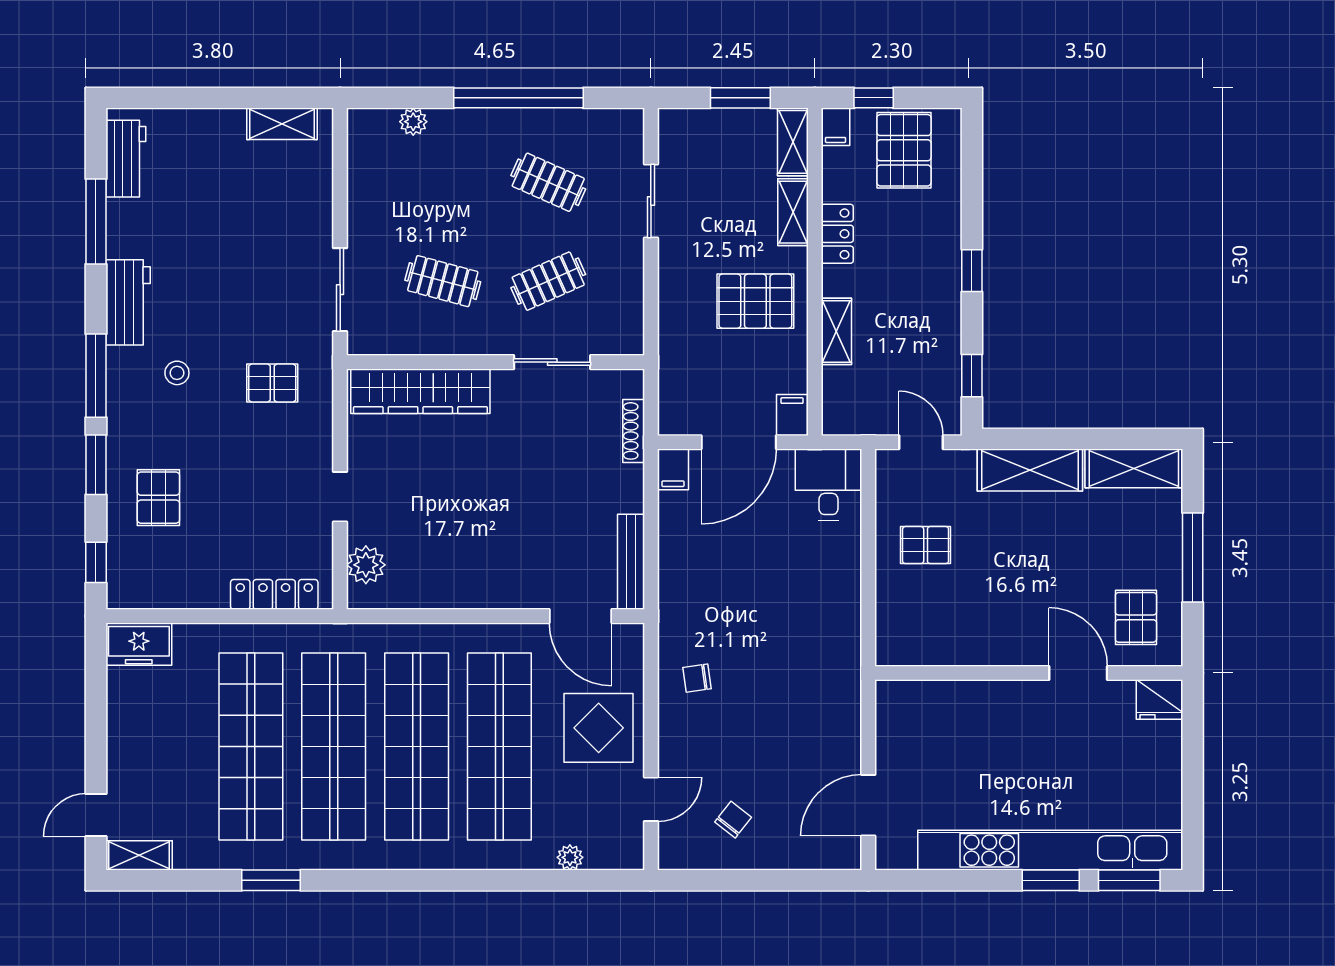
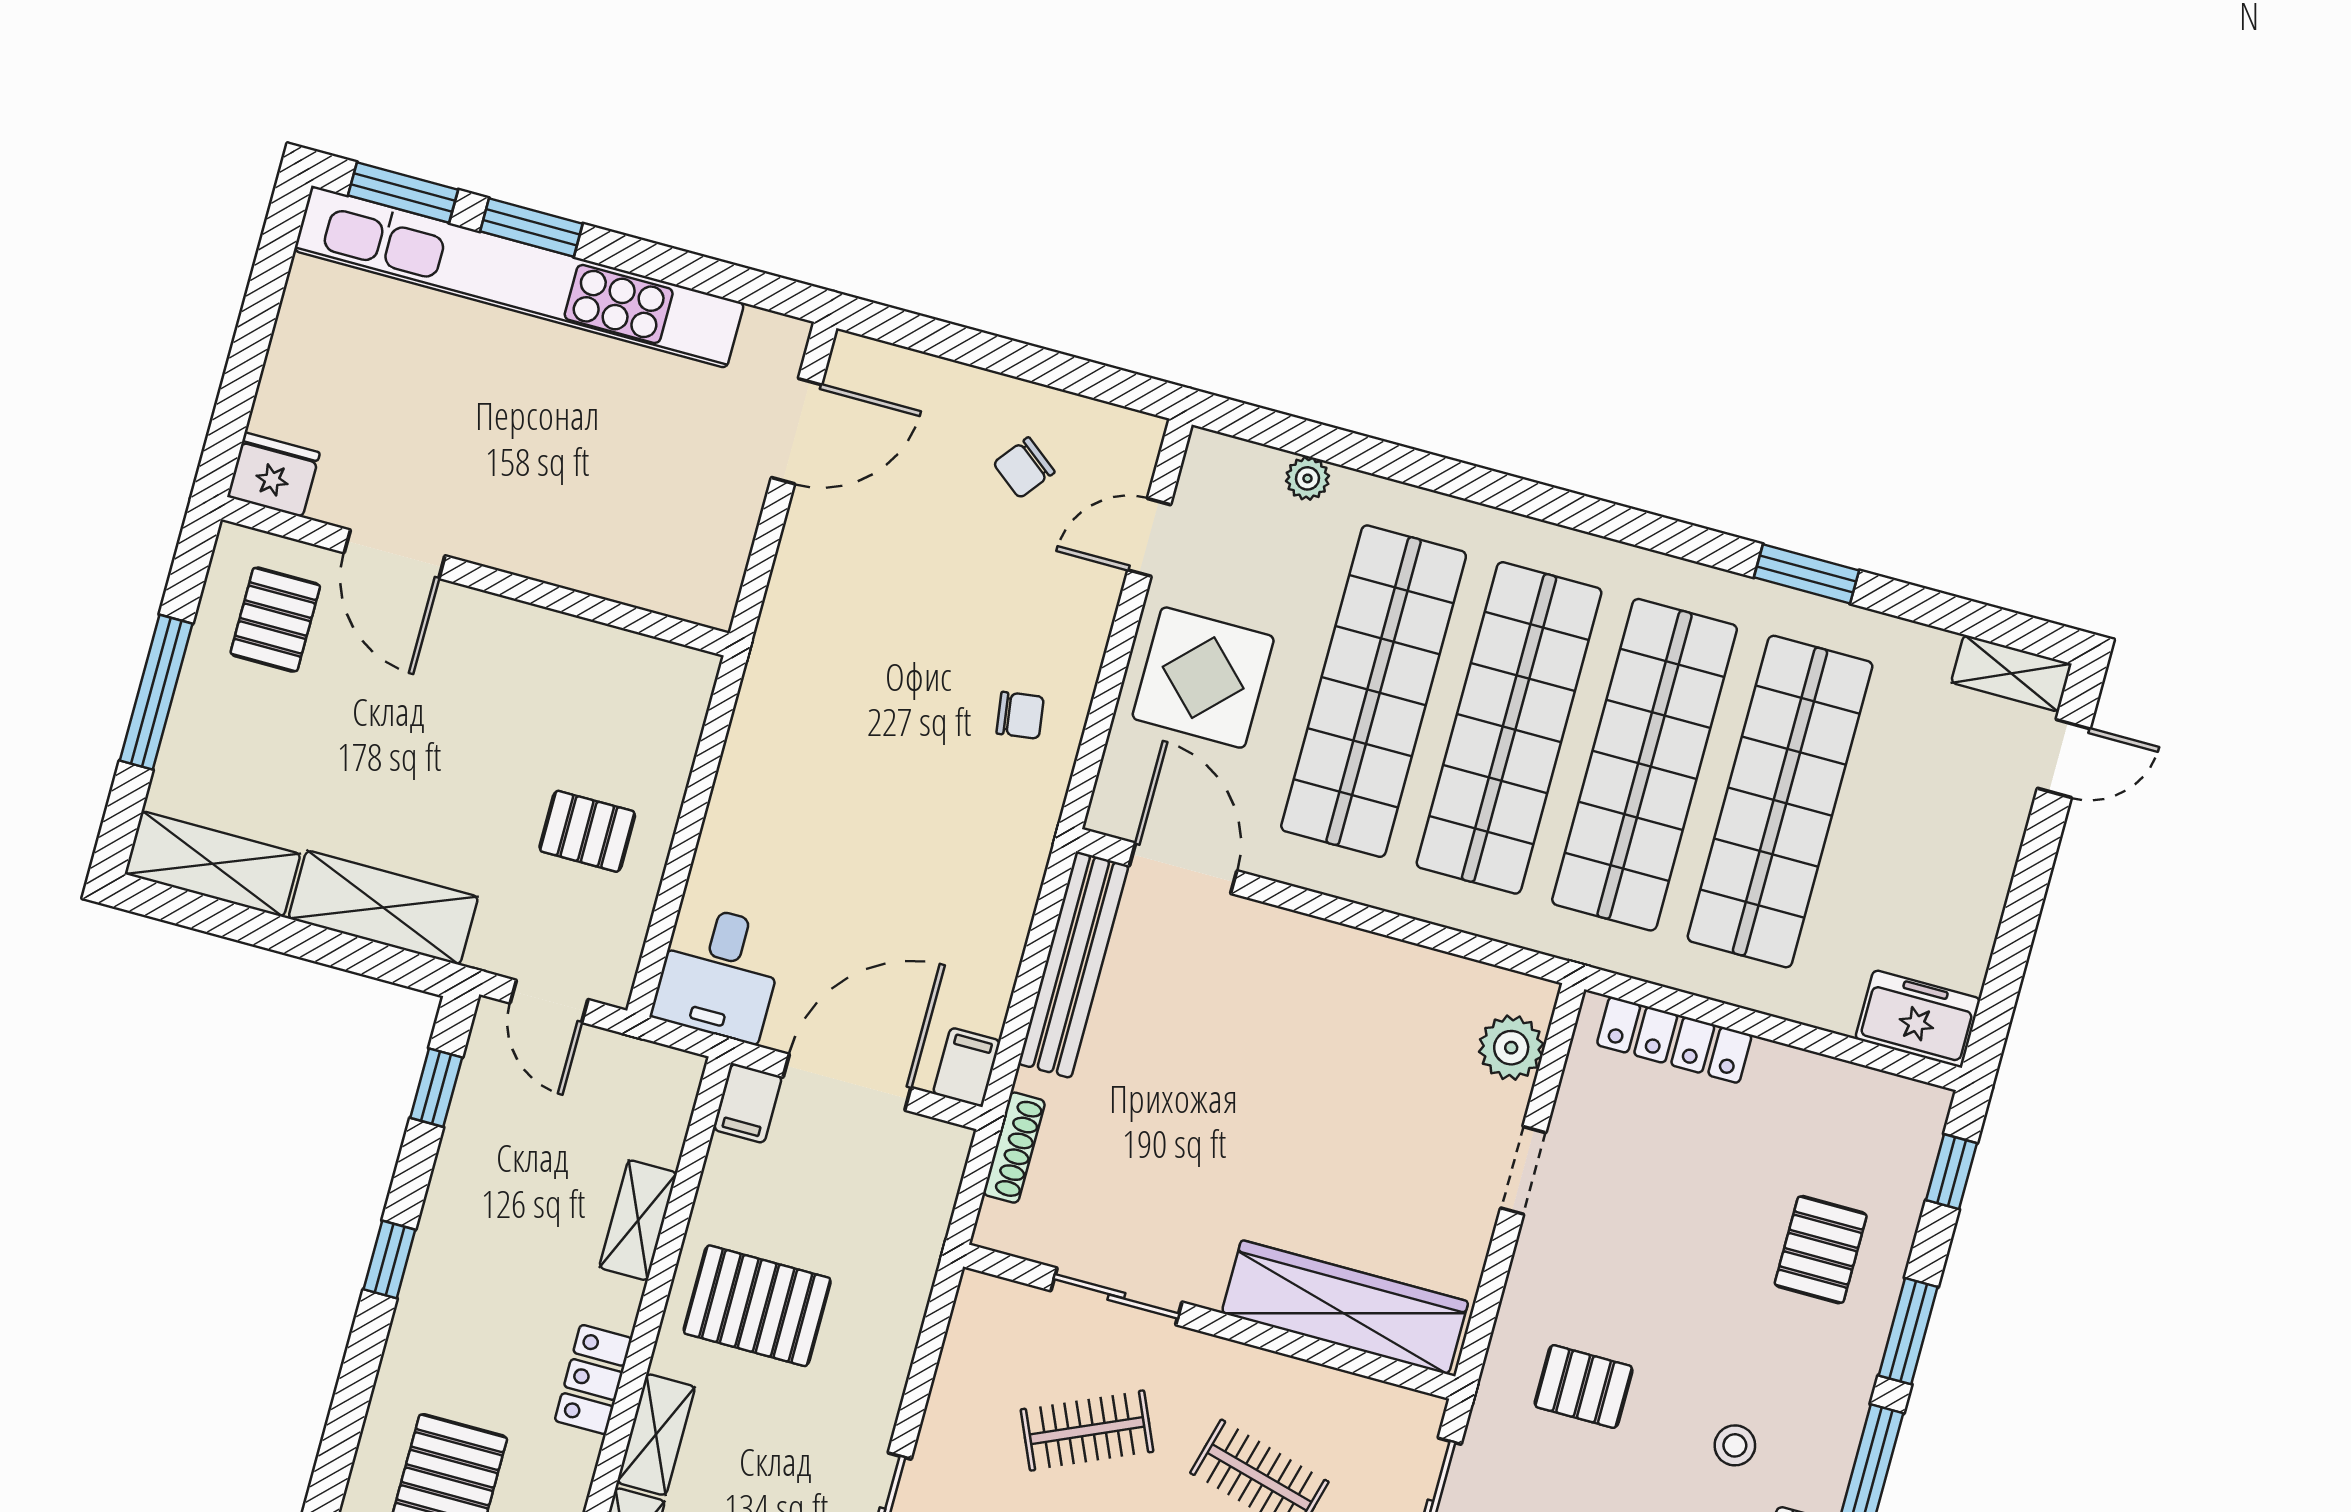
bench: (631, 562) -> (1073, 965), width x1.37, depth x1.21

